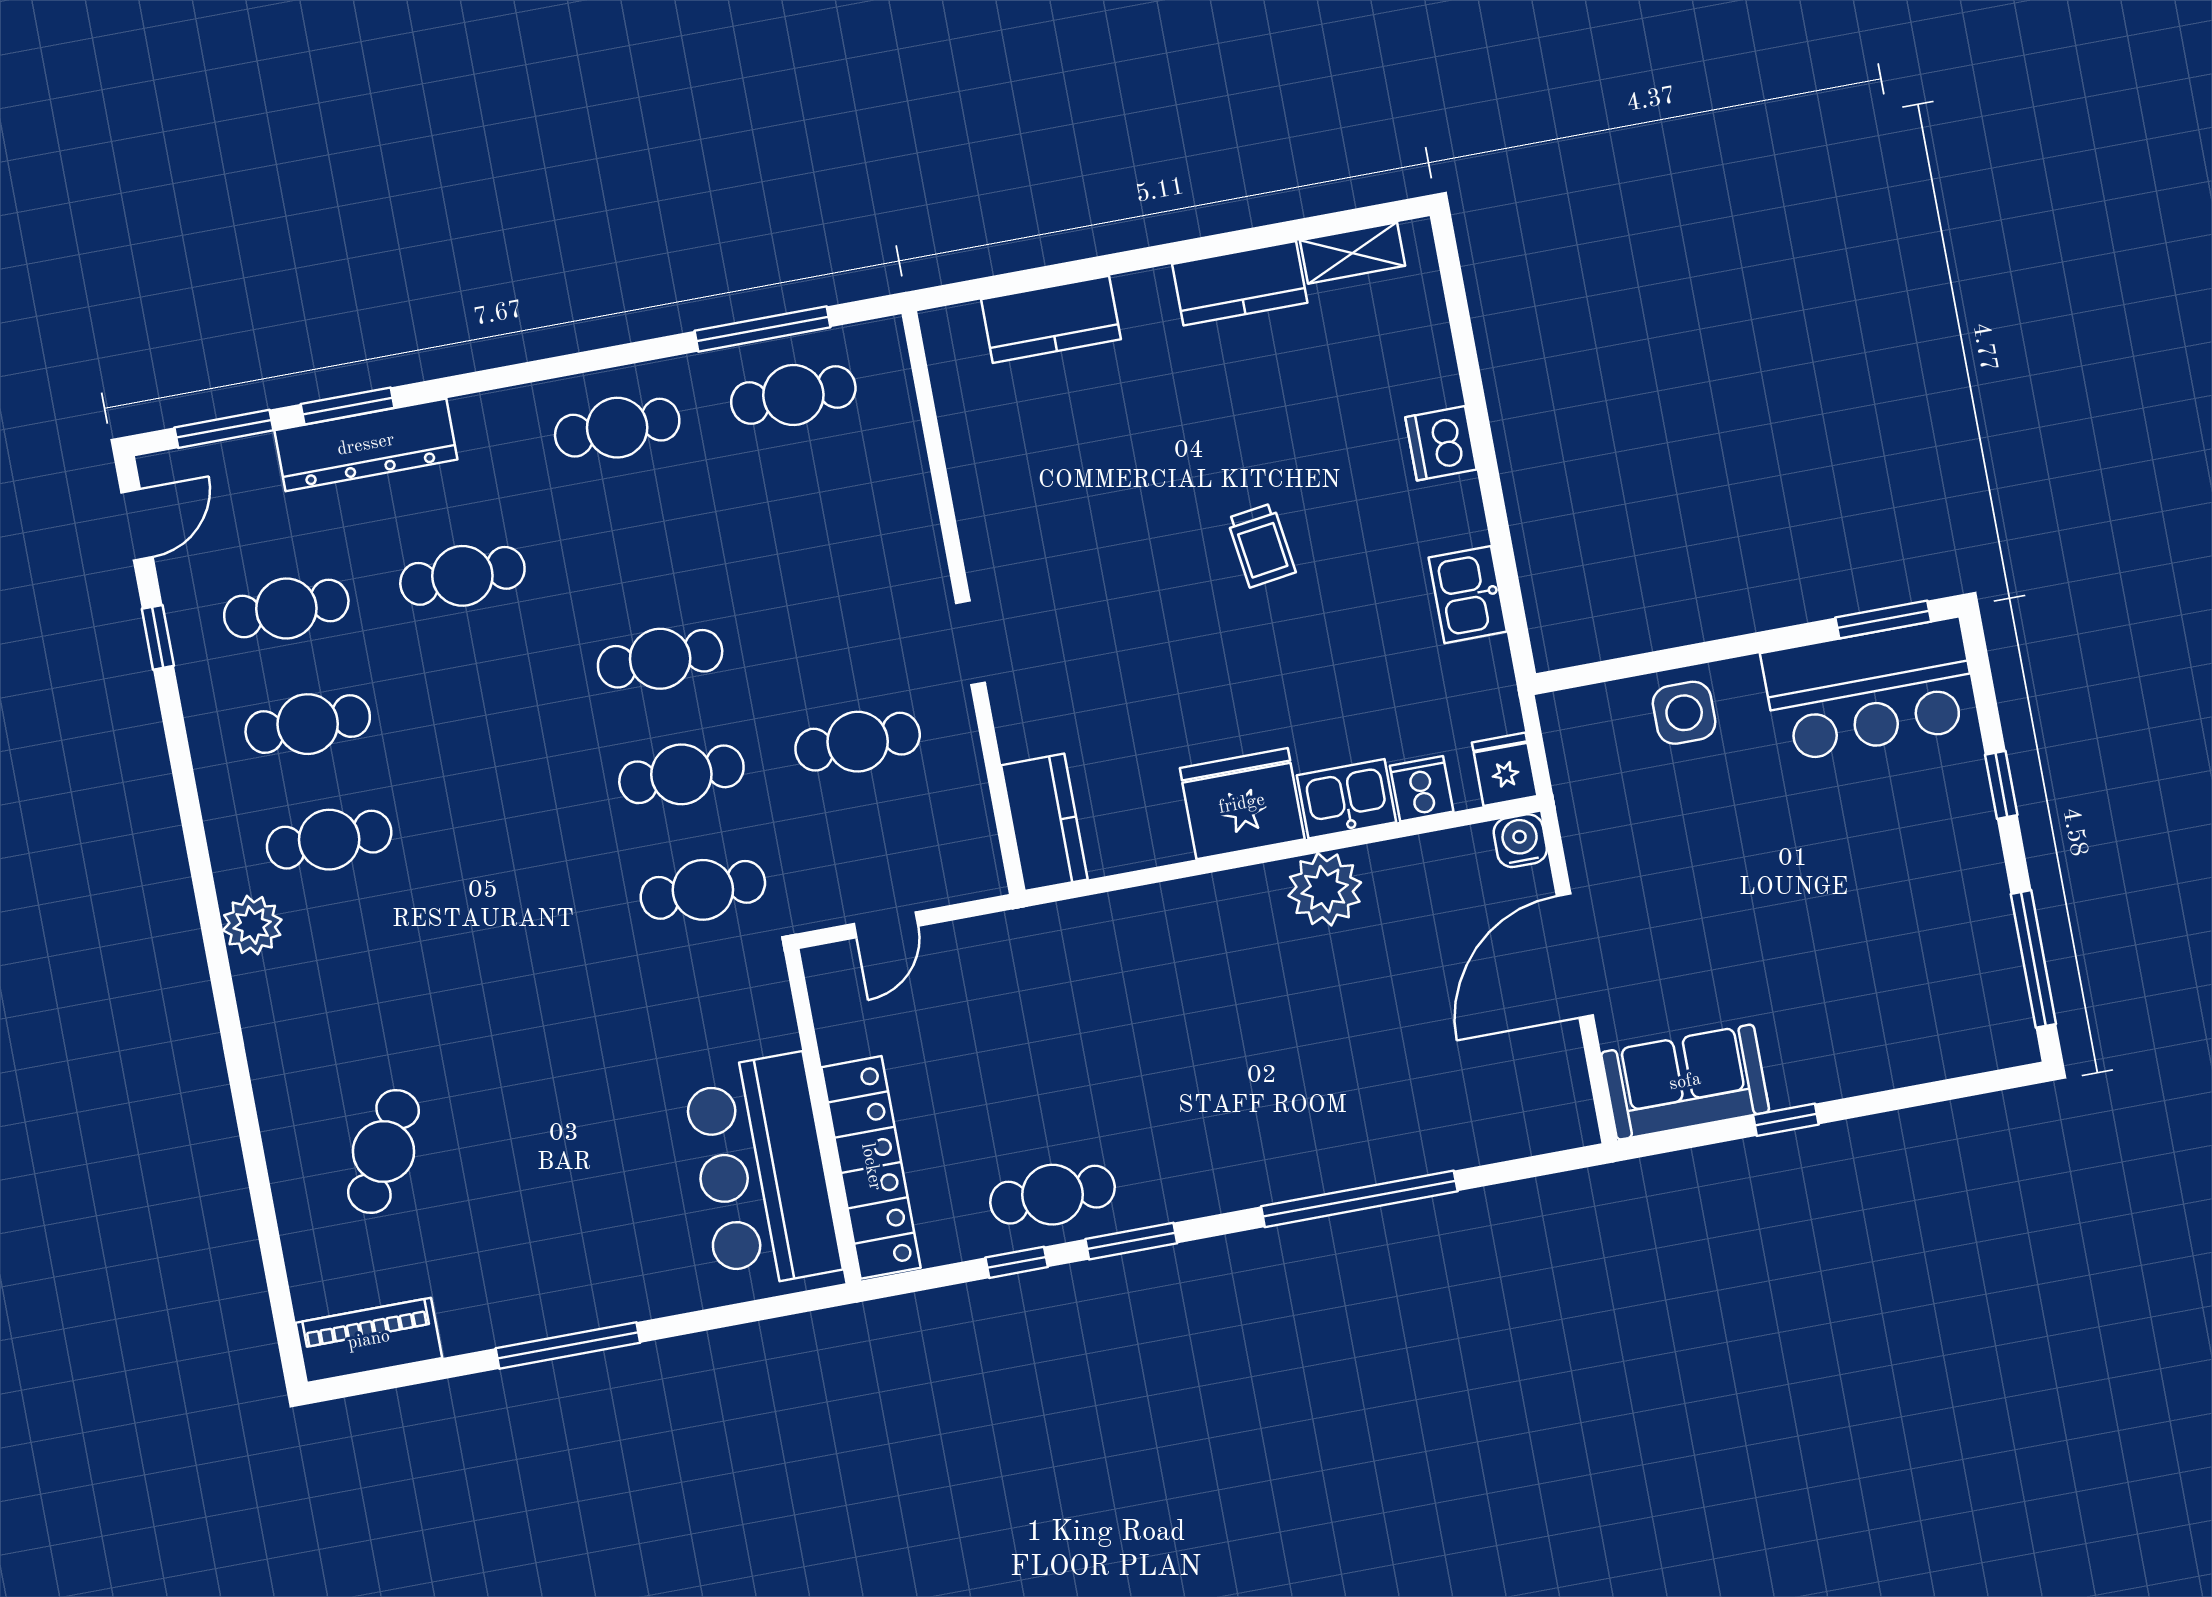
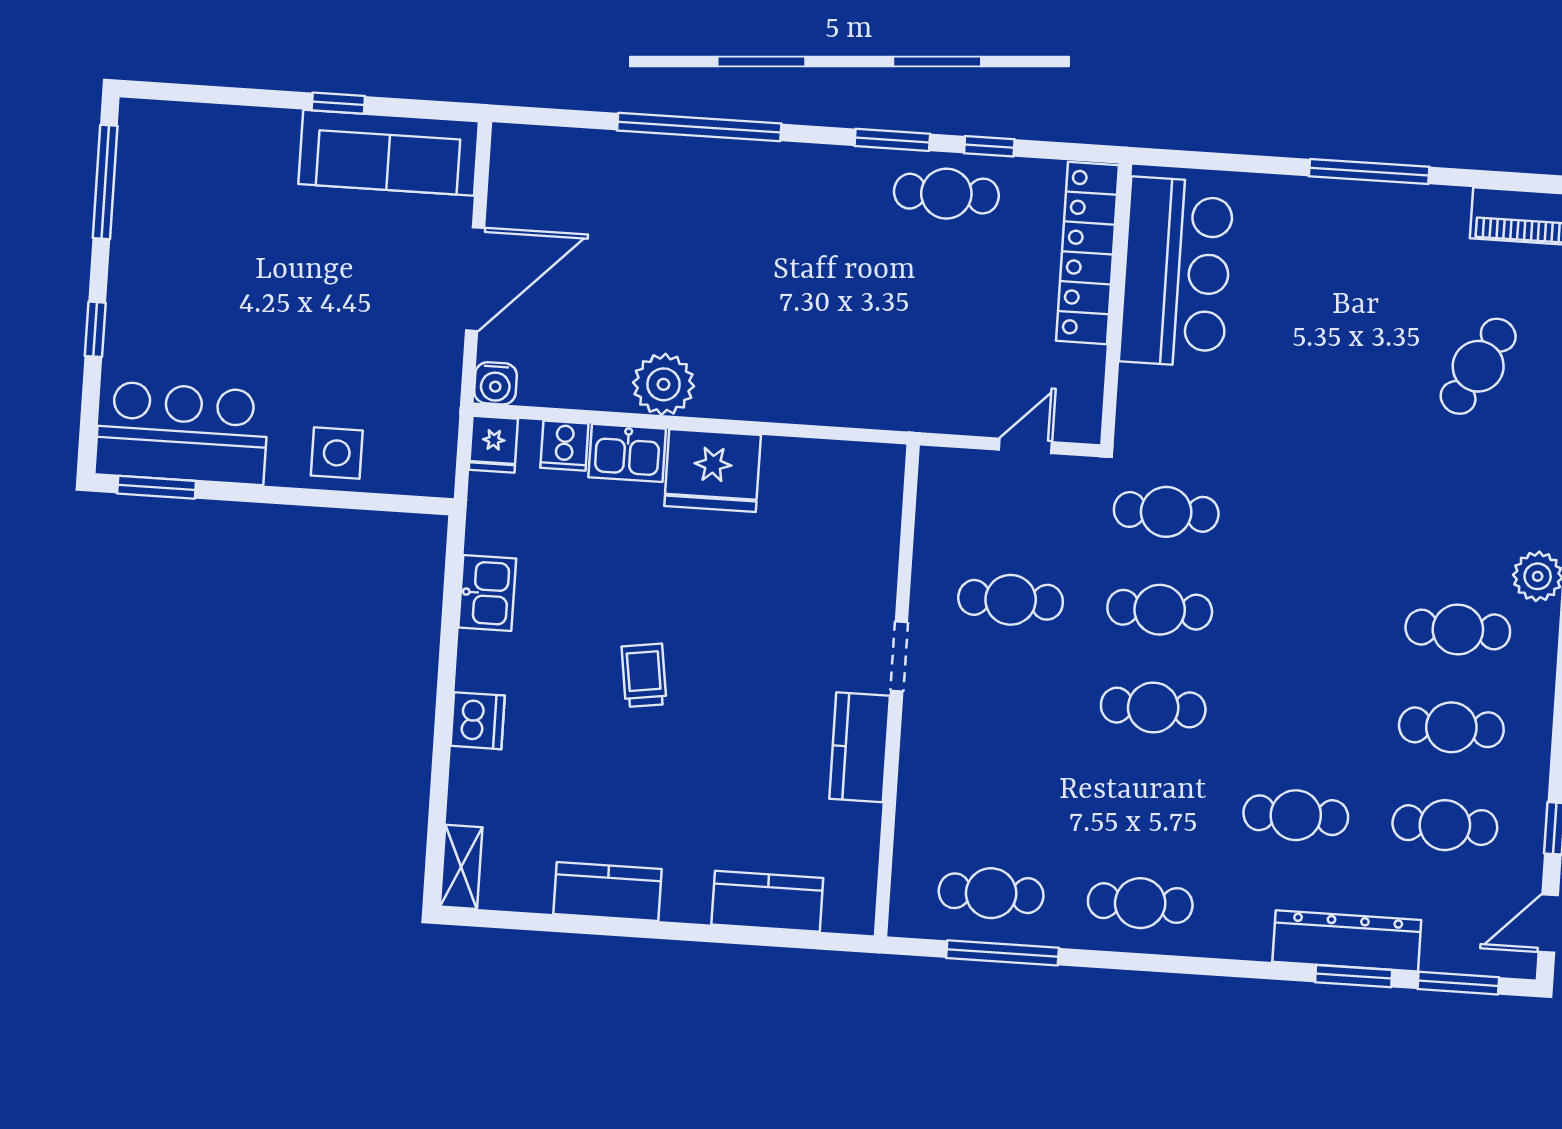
shelving: (1352, 253) -> (461, 867), moved, turned 90
kitchen counter: (1044, 822) -> (860, 747), moved
sofa: (1685, 1082) -> (389, 153), width x1.36

